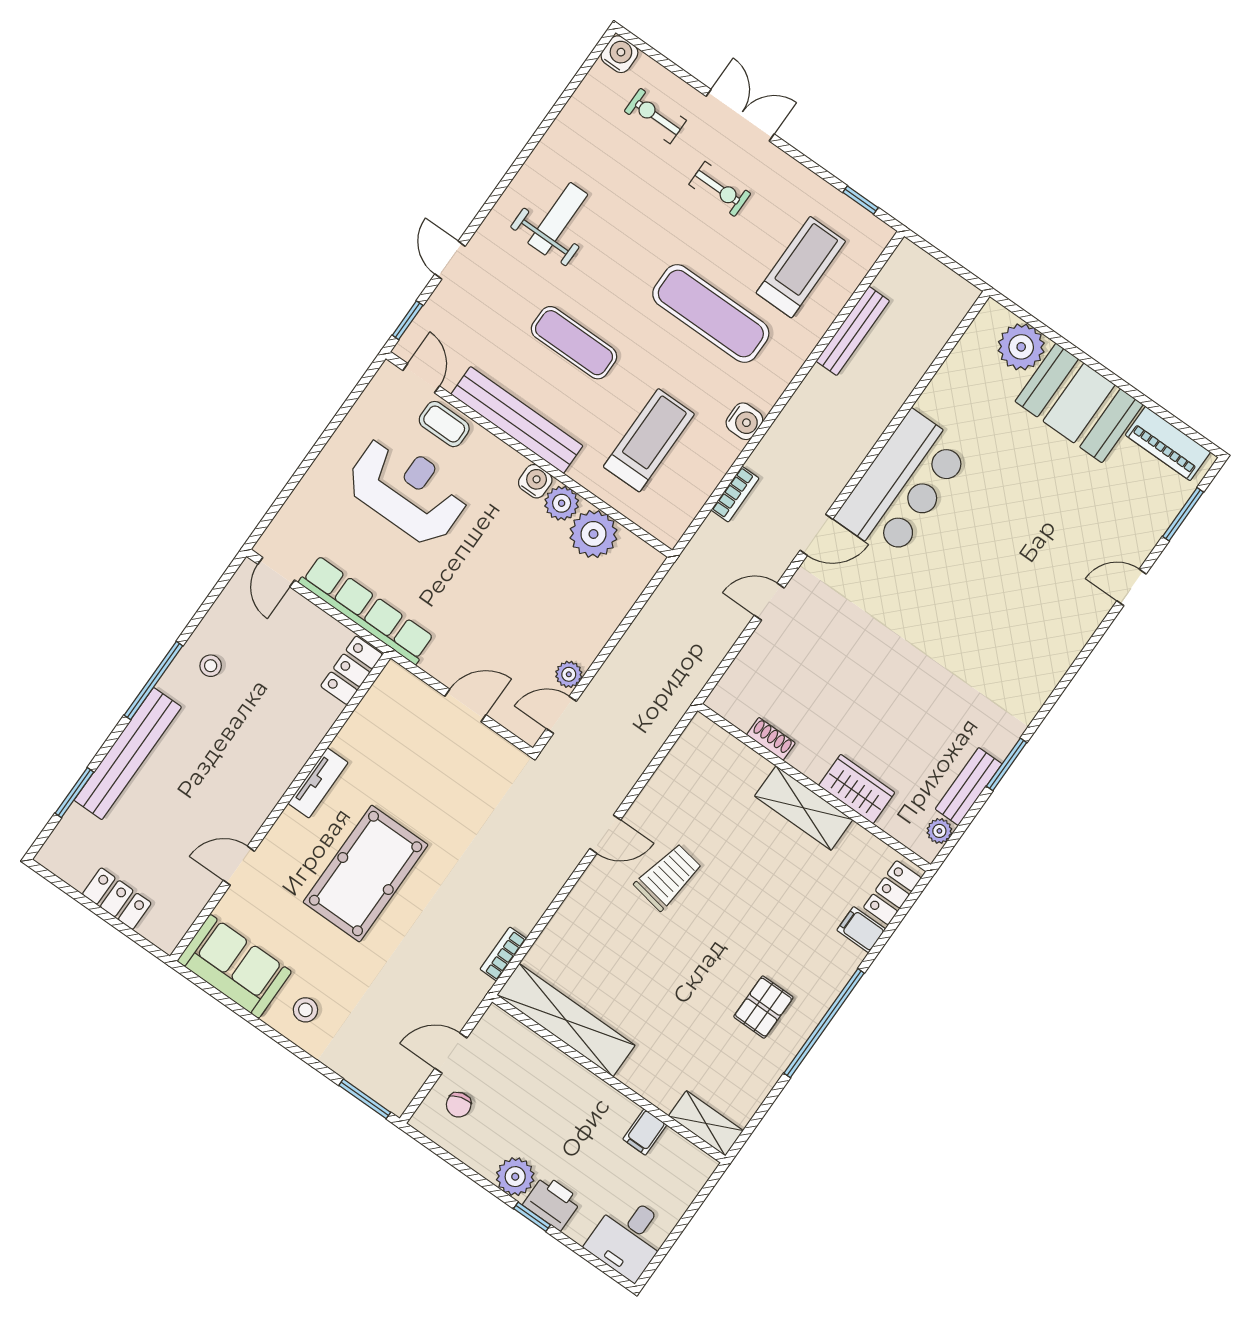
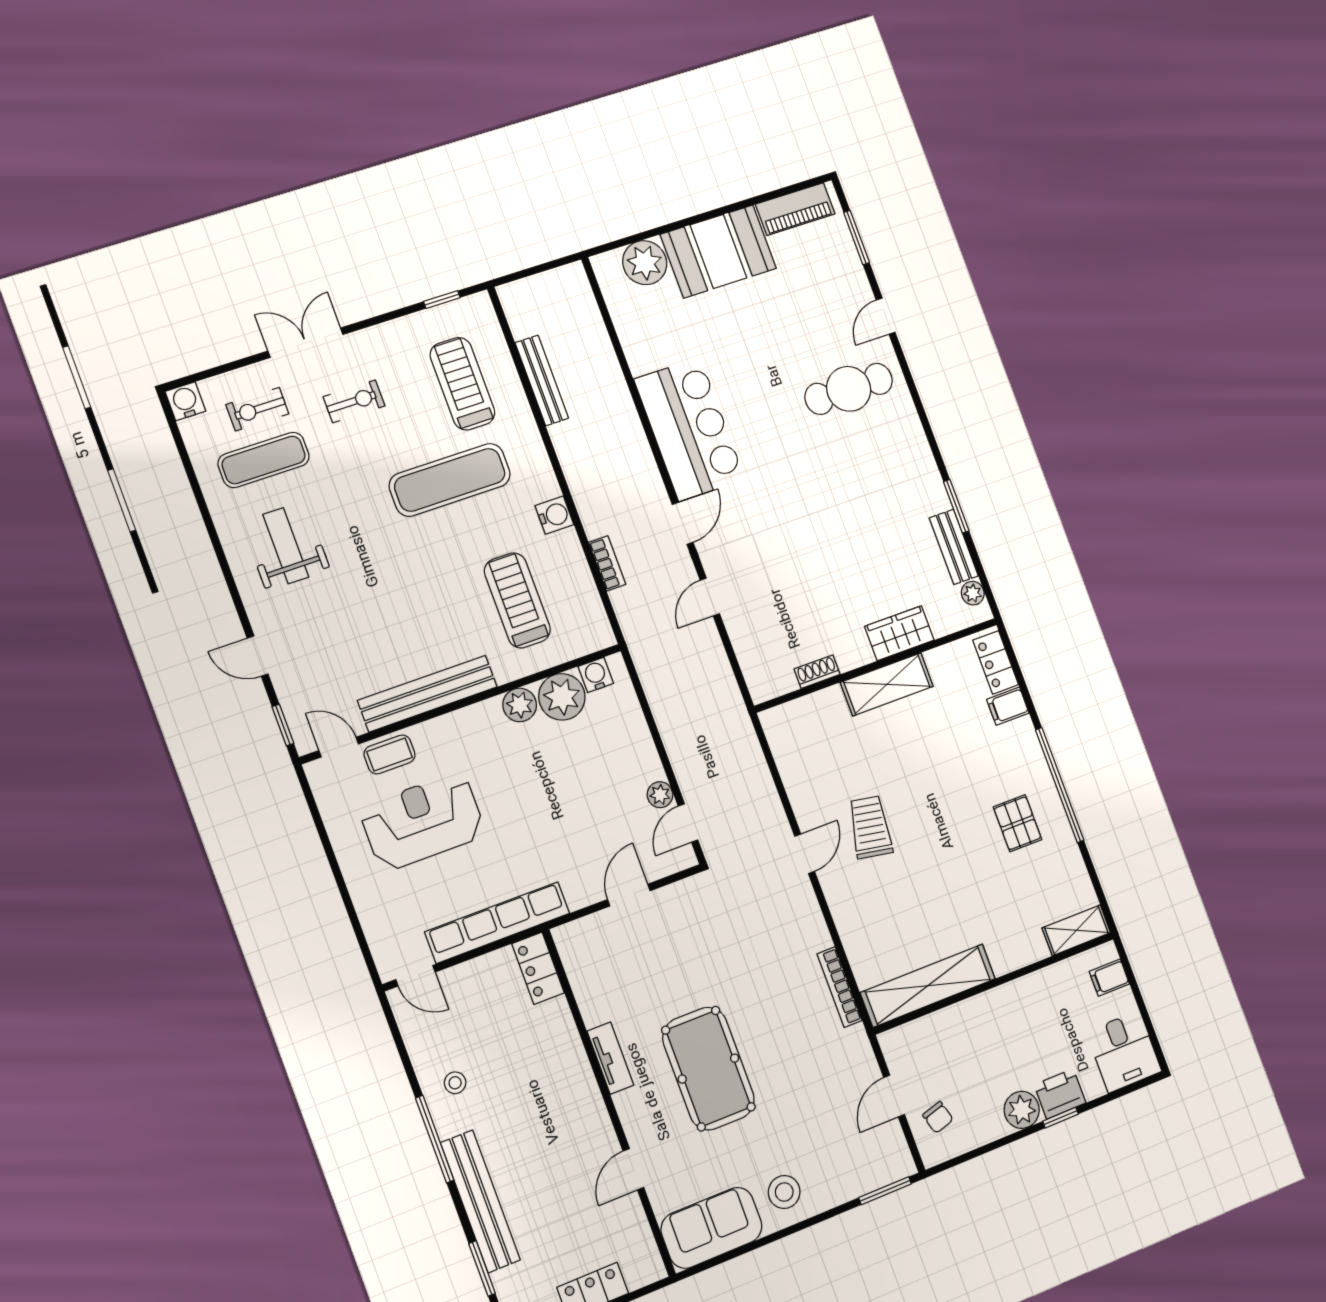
exercise mat: (574, 343) -> (264, 460), moved
water cooler: (535, 481) -> (596, 675), moved
cafe table: (1041, 599) -> (849, 389), added
bookcase: (503, 954) -> (840, 987), width x1.56
stool: (305, 1010) -> (784, 1192), width x1.37, depth x1.37
filing cabinet: (645, 1132) -> (1109, 978), moved, turned 90

